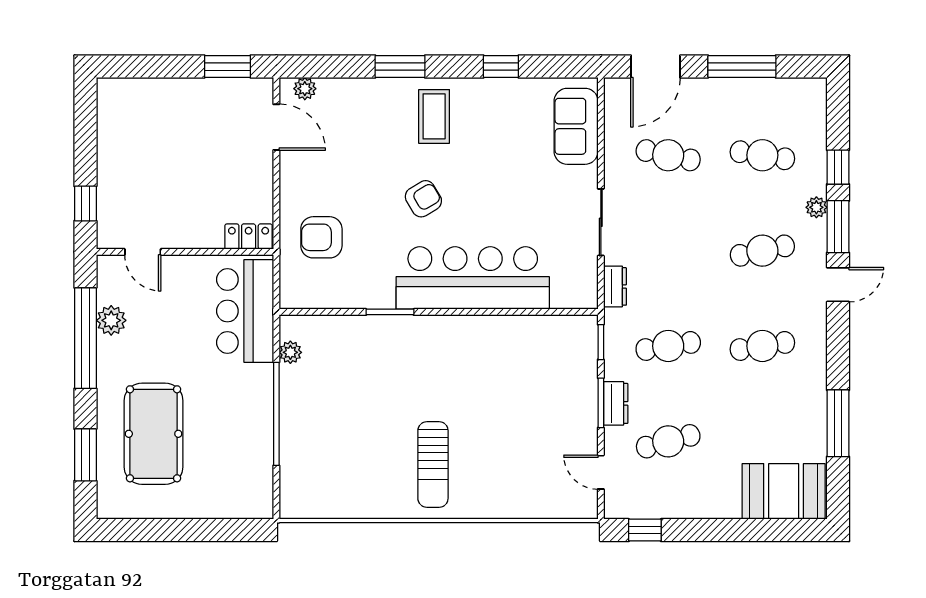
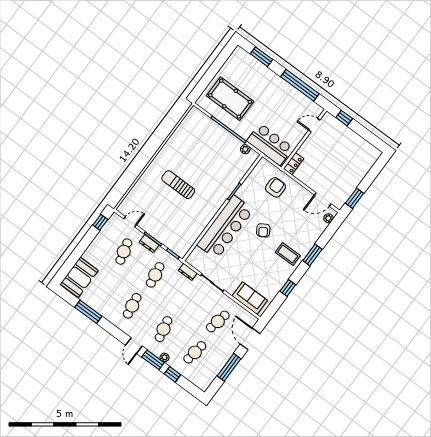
plant: (111, 320) -> (299, 98), removed
pool table: (154, 434) -> (230, 99), moved
sun lounger: (433, 464) -> (178, 185), moved

